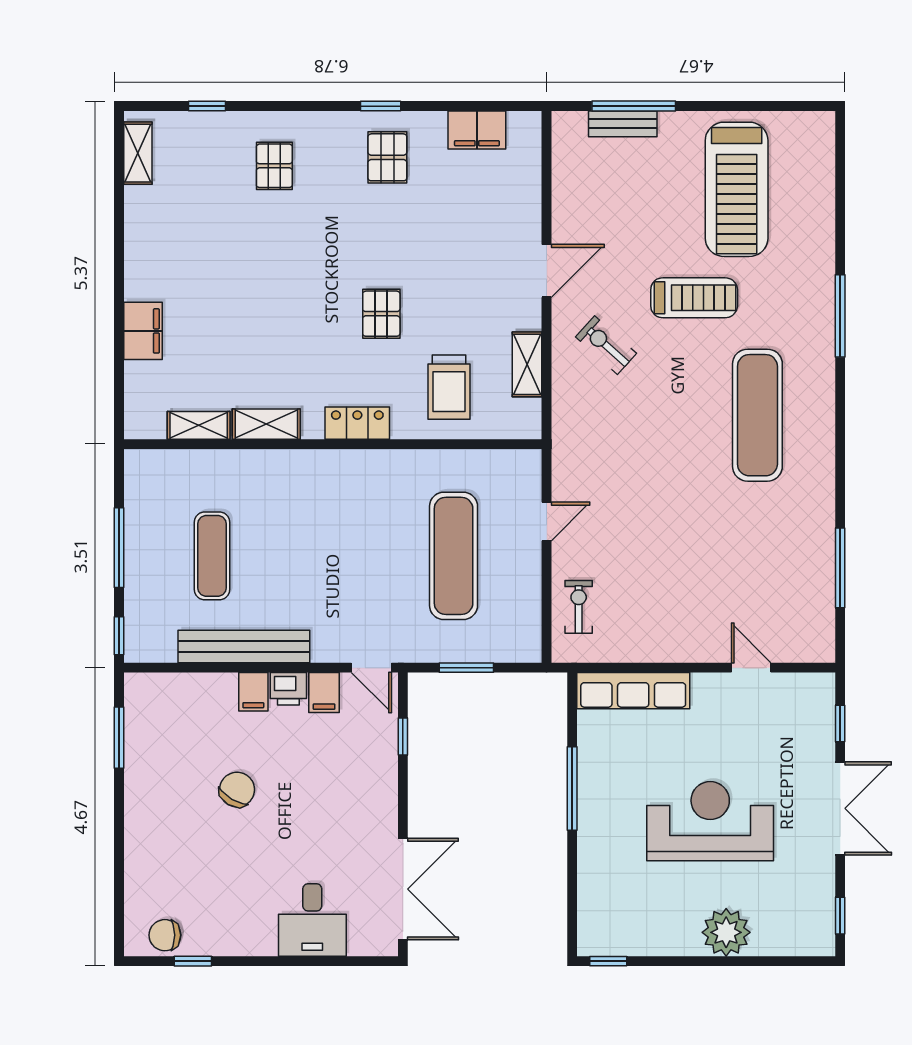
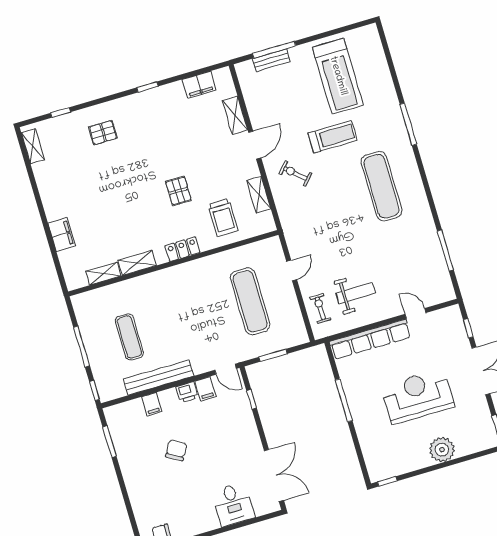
pallet: (387, 157) -> (158, 112), removed
pallet: (274, 166) -> (103, 133), turned 90
shelving: (526, 206) -> (235, 115), added
weight bench: (652, 598) -> (356, 293), added
row of seats: (633, 691) -> (370, 339), width x1.36
filing cabinet: (253, 692) -> (152, 404), moved

